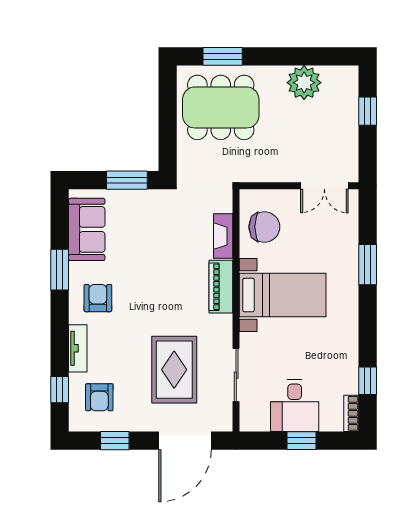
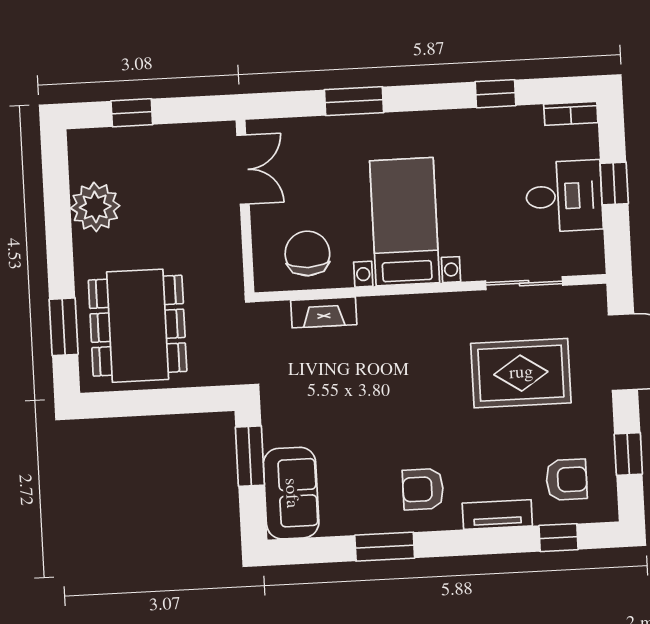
sofa: (87, 229) -> (291, 493), moved, turned 90
piano: (221, 287) -> (397, 312), removed
window: (368, 381) -> (495, 94), moved

